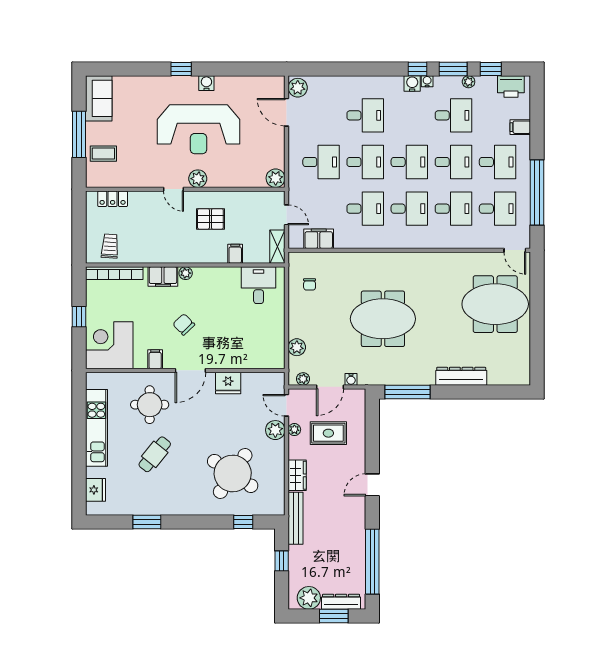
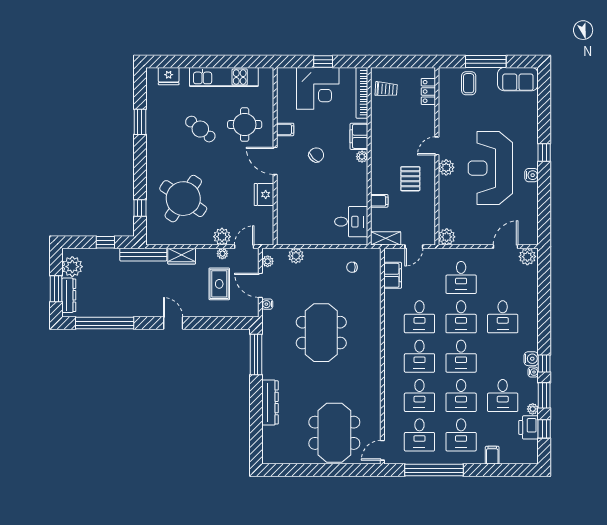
printer: (511, 86) -> (529, 427), moved
corner desk: (109, 345) -> (318, 88), moved, turned 90

